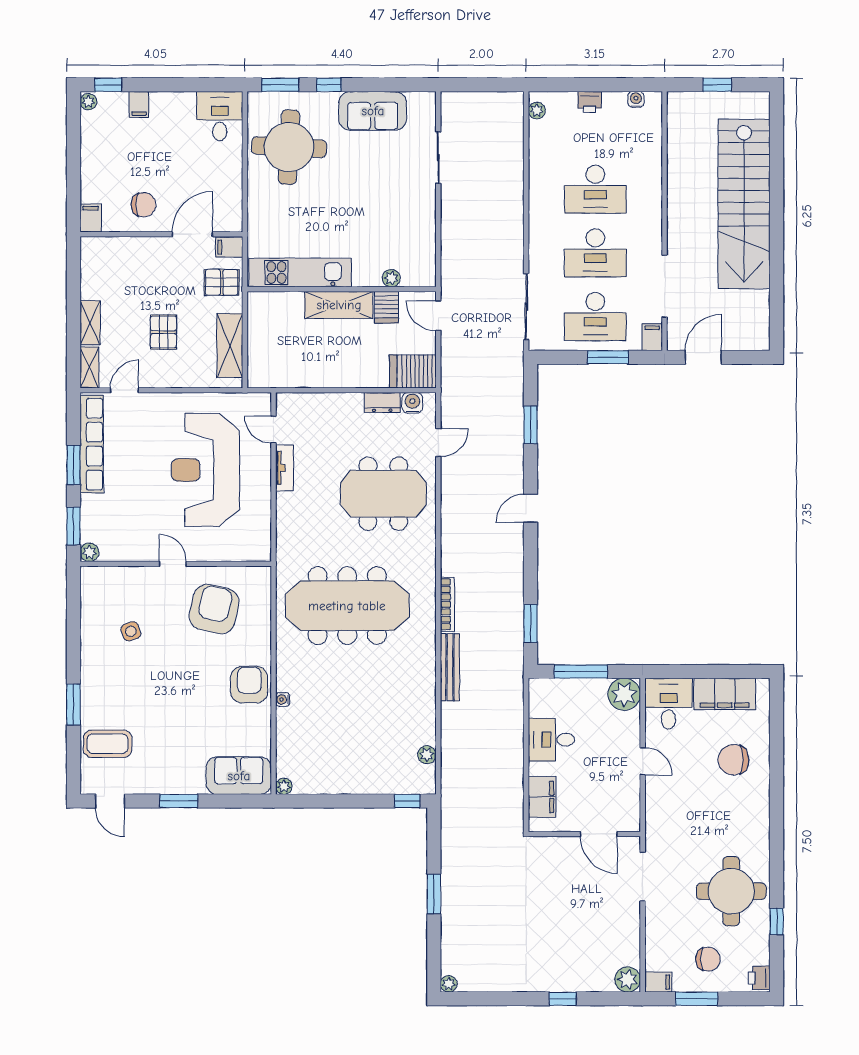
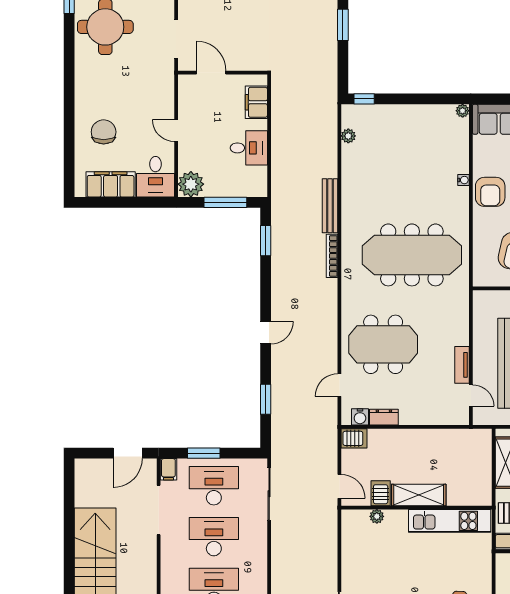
server rack: (413, 371) -> (354, 438), width x0.73, depth x0.70
chair: (733, 760) -> (104, 132), turned -90

